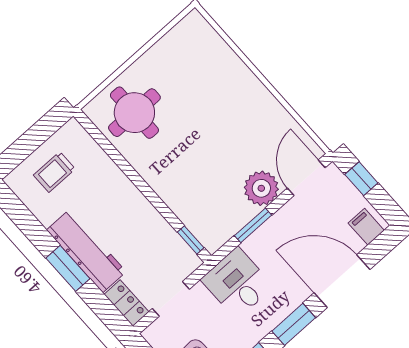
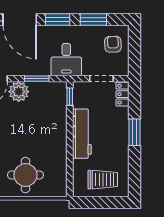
round table: (134, 113) -> (25, 175), moved
trolley: (54, 172) -> (103, 180), width x1.36, depth x1.39
workbench: (86, 251) -> (82, 134), moved, turned 180

